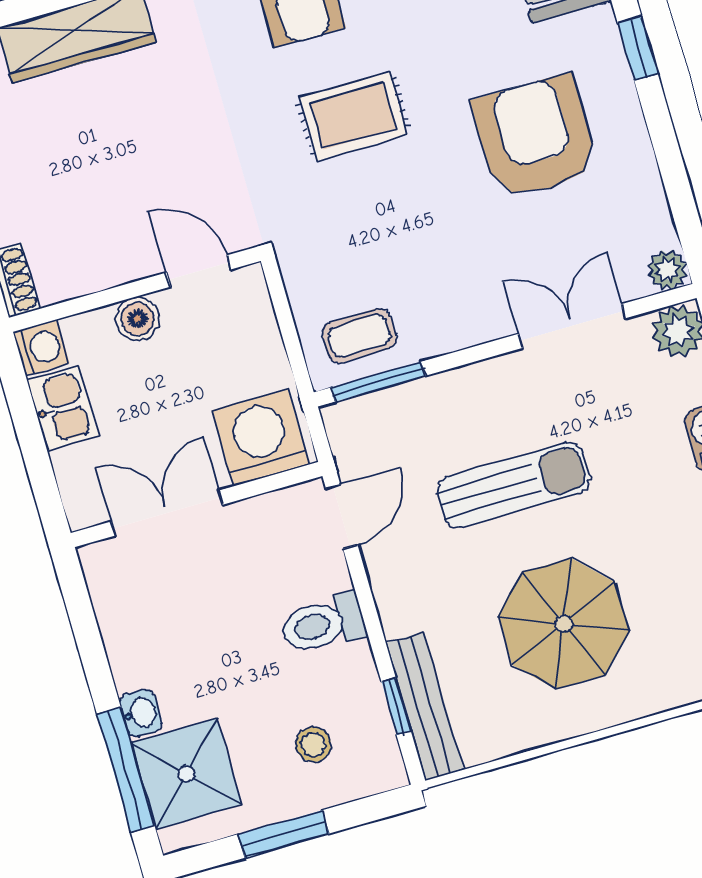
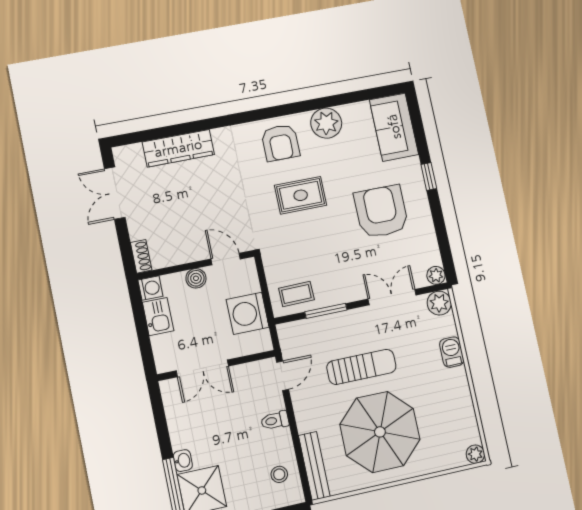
window: (378, 382) -> (326, 311), moved
washing machine: (260, 437) -> (248, 313), moved, turned -90
double door: (167, 513) -> (202, 368), swing flipped
toilet: (323, 624) -> (275, 420), width x0.73, depth x0.72
parasol: (564, 624) -> (380, 432), width x1.36, depth x1.36
window: (396, 706) -> (301, 465), removed
stool: (313, 744) -> (279, 474), moved

